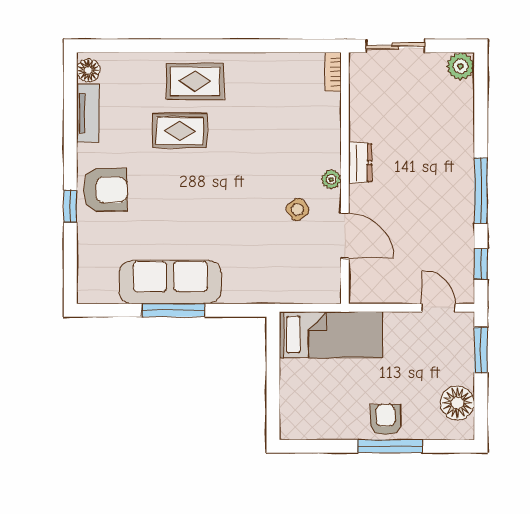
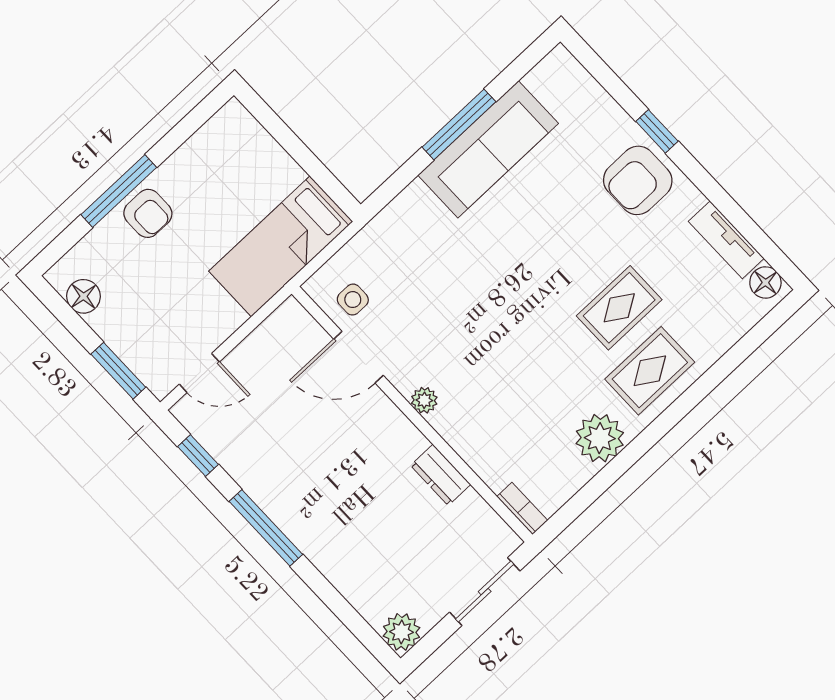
plant: (256, 70) -> (600, 438), added
dresser: (360, 163) -> (441, 475), moved
side table: (297, 209) -> (353, 300), moved, turned 37
floor lamp: (457, 403) -> (83, 296), width x0.73, depth x0.73

